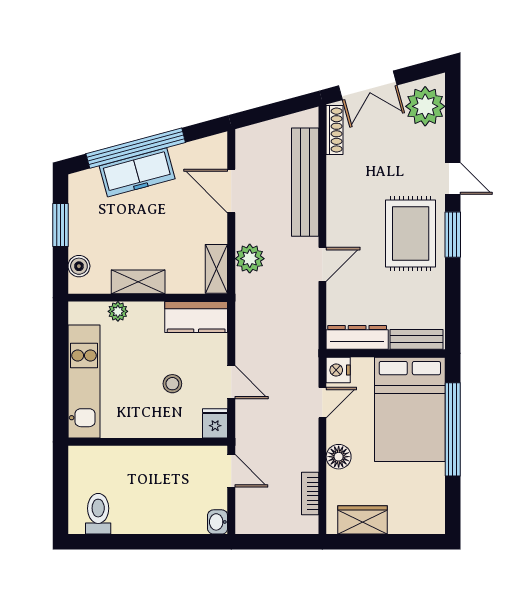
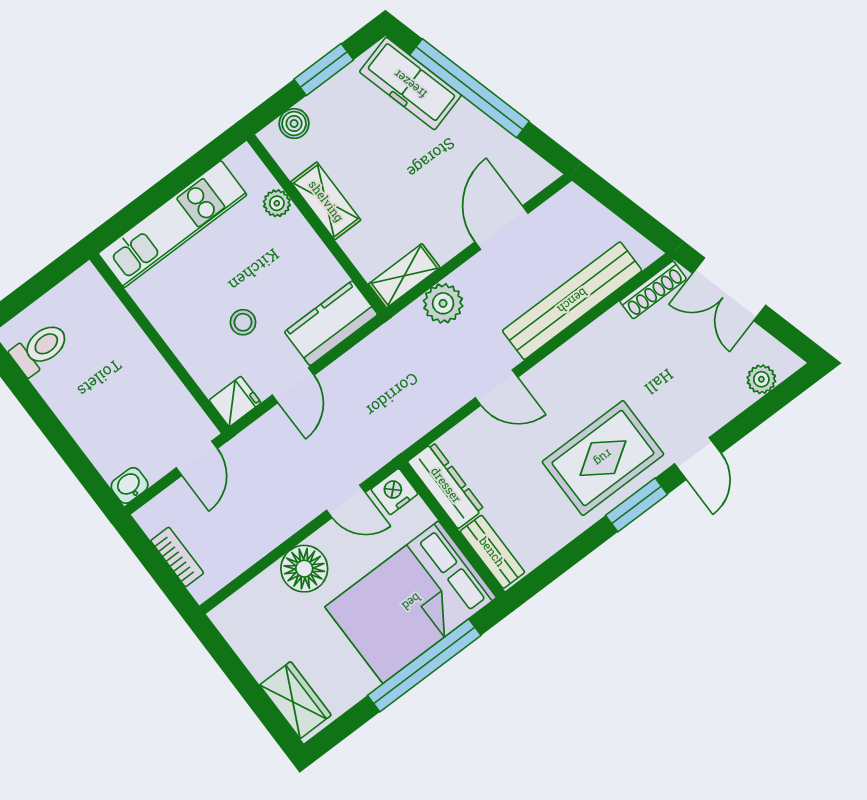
plant: (425, 106) -> (761, 379), width x0.53, depth x0.53
freezer: (137, 172) -> (410, 84), moved
kitchen counter: (196, 317) -> (331, 323), moved, turned 90
floor lamp: (339, 457) -> (304, 569), width x1.38, depth x1.38
bookcase: (310, 493) -> (177, 557), moved, turned 90
wardrobe: (362, 520) -> (295, 700), moved

